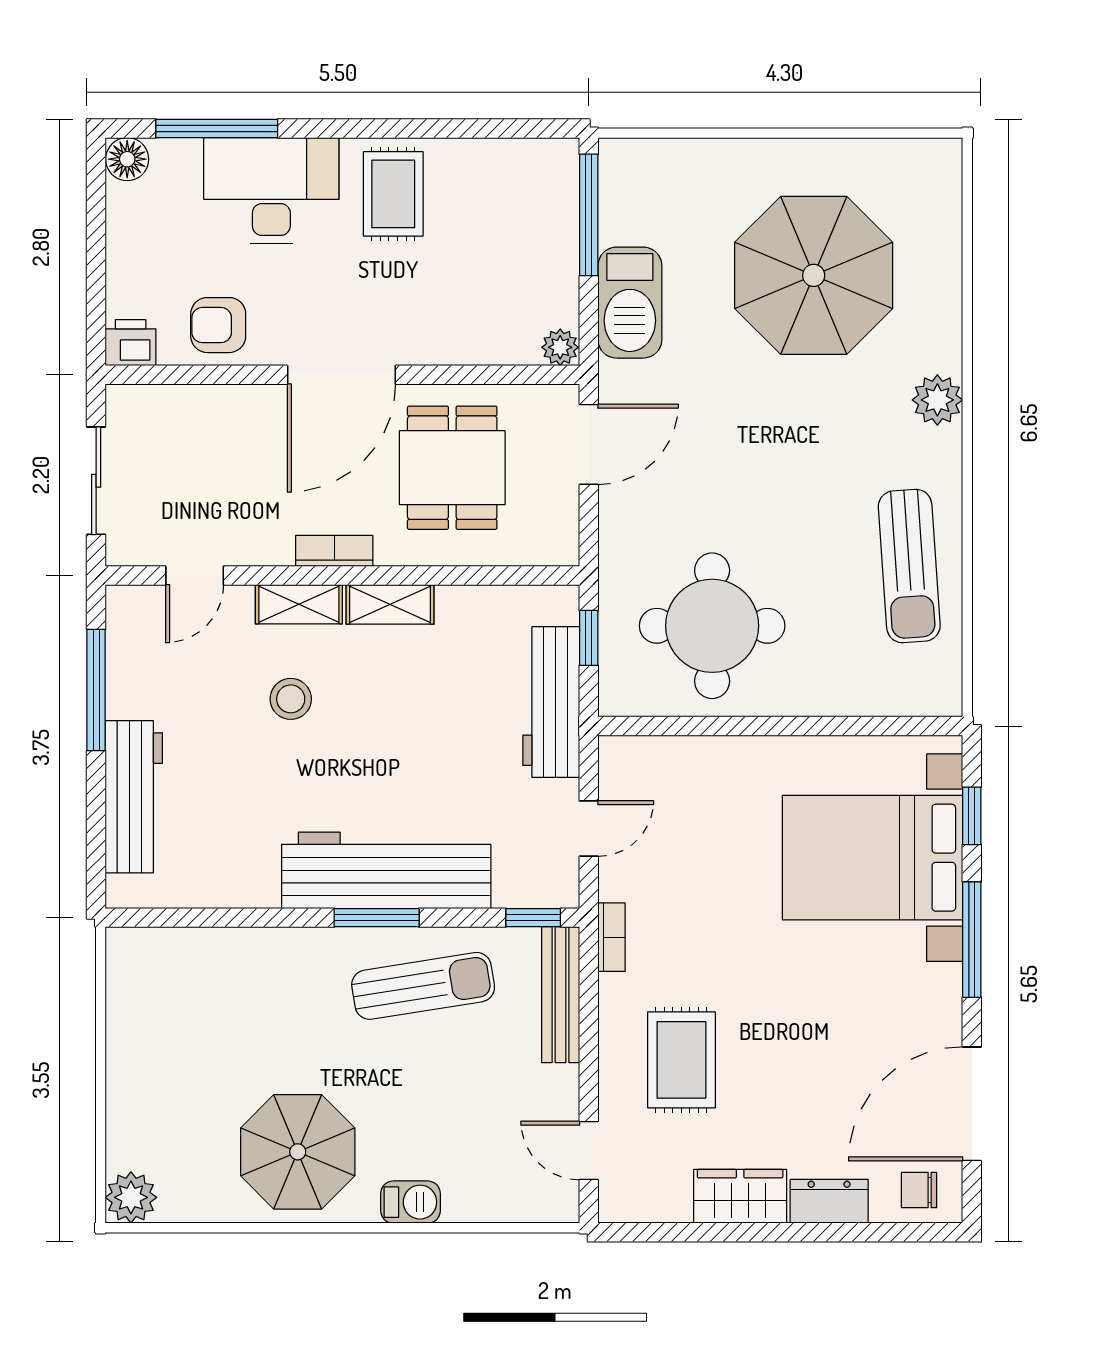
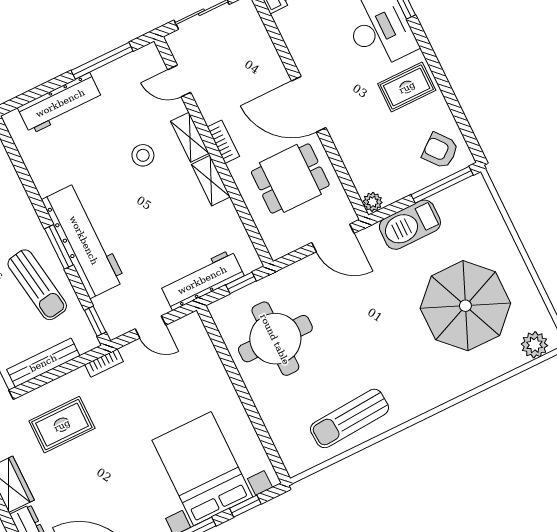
armchair: (218, 325) -> (440, 151), moved, turned -39
plant: (937, 400) -> (534, 345), moved
bench: (561, 995) -> (43, 363), moved

